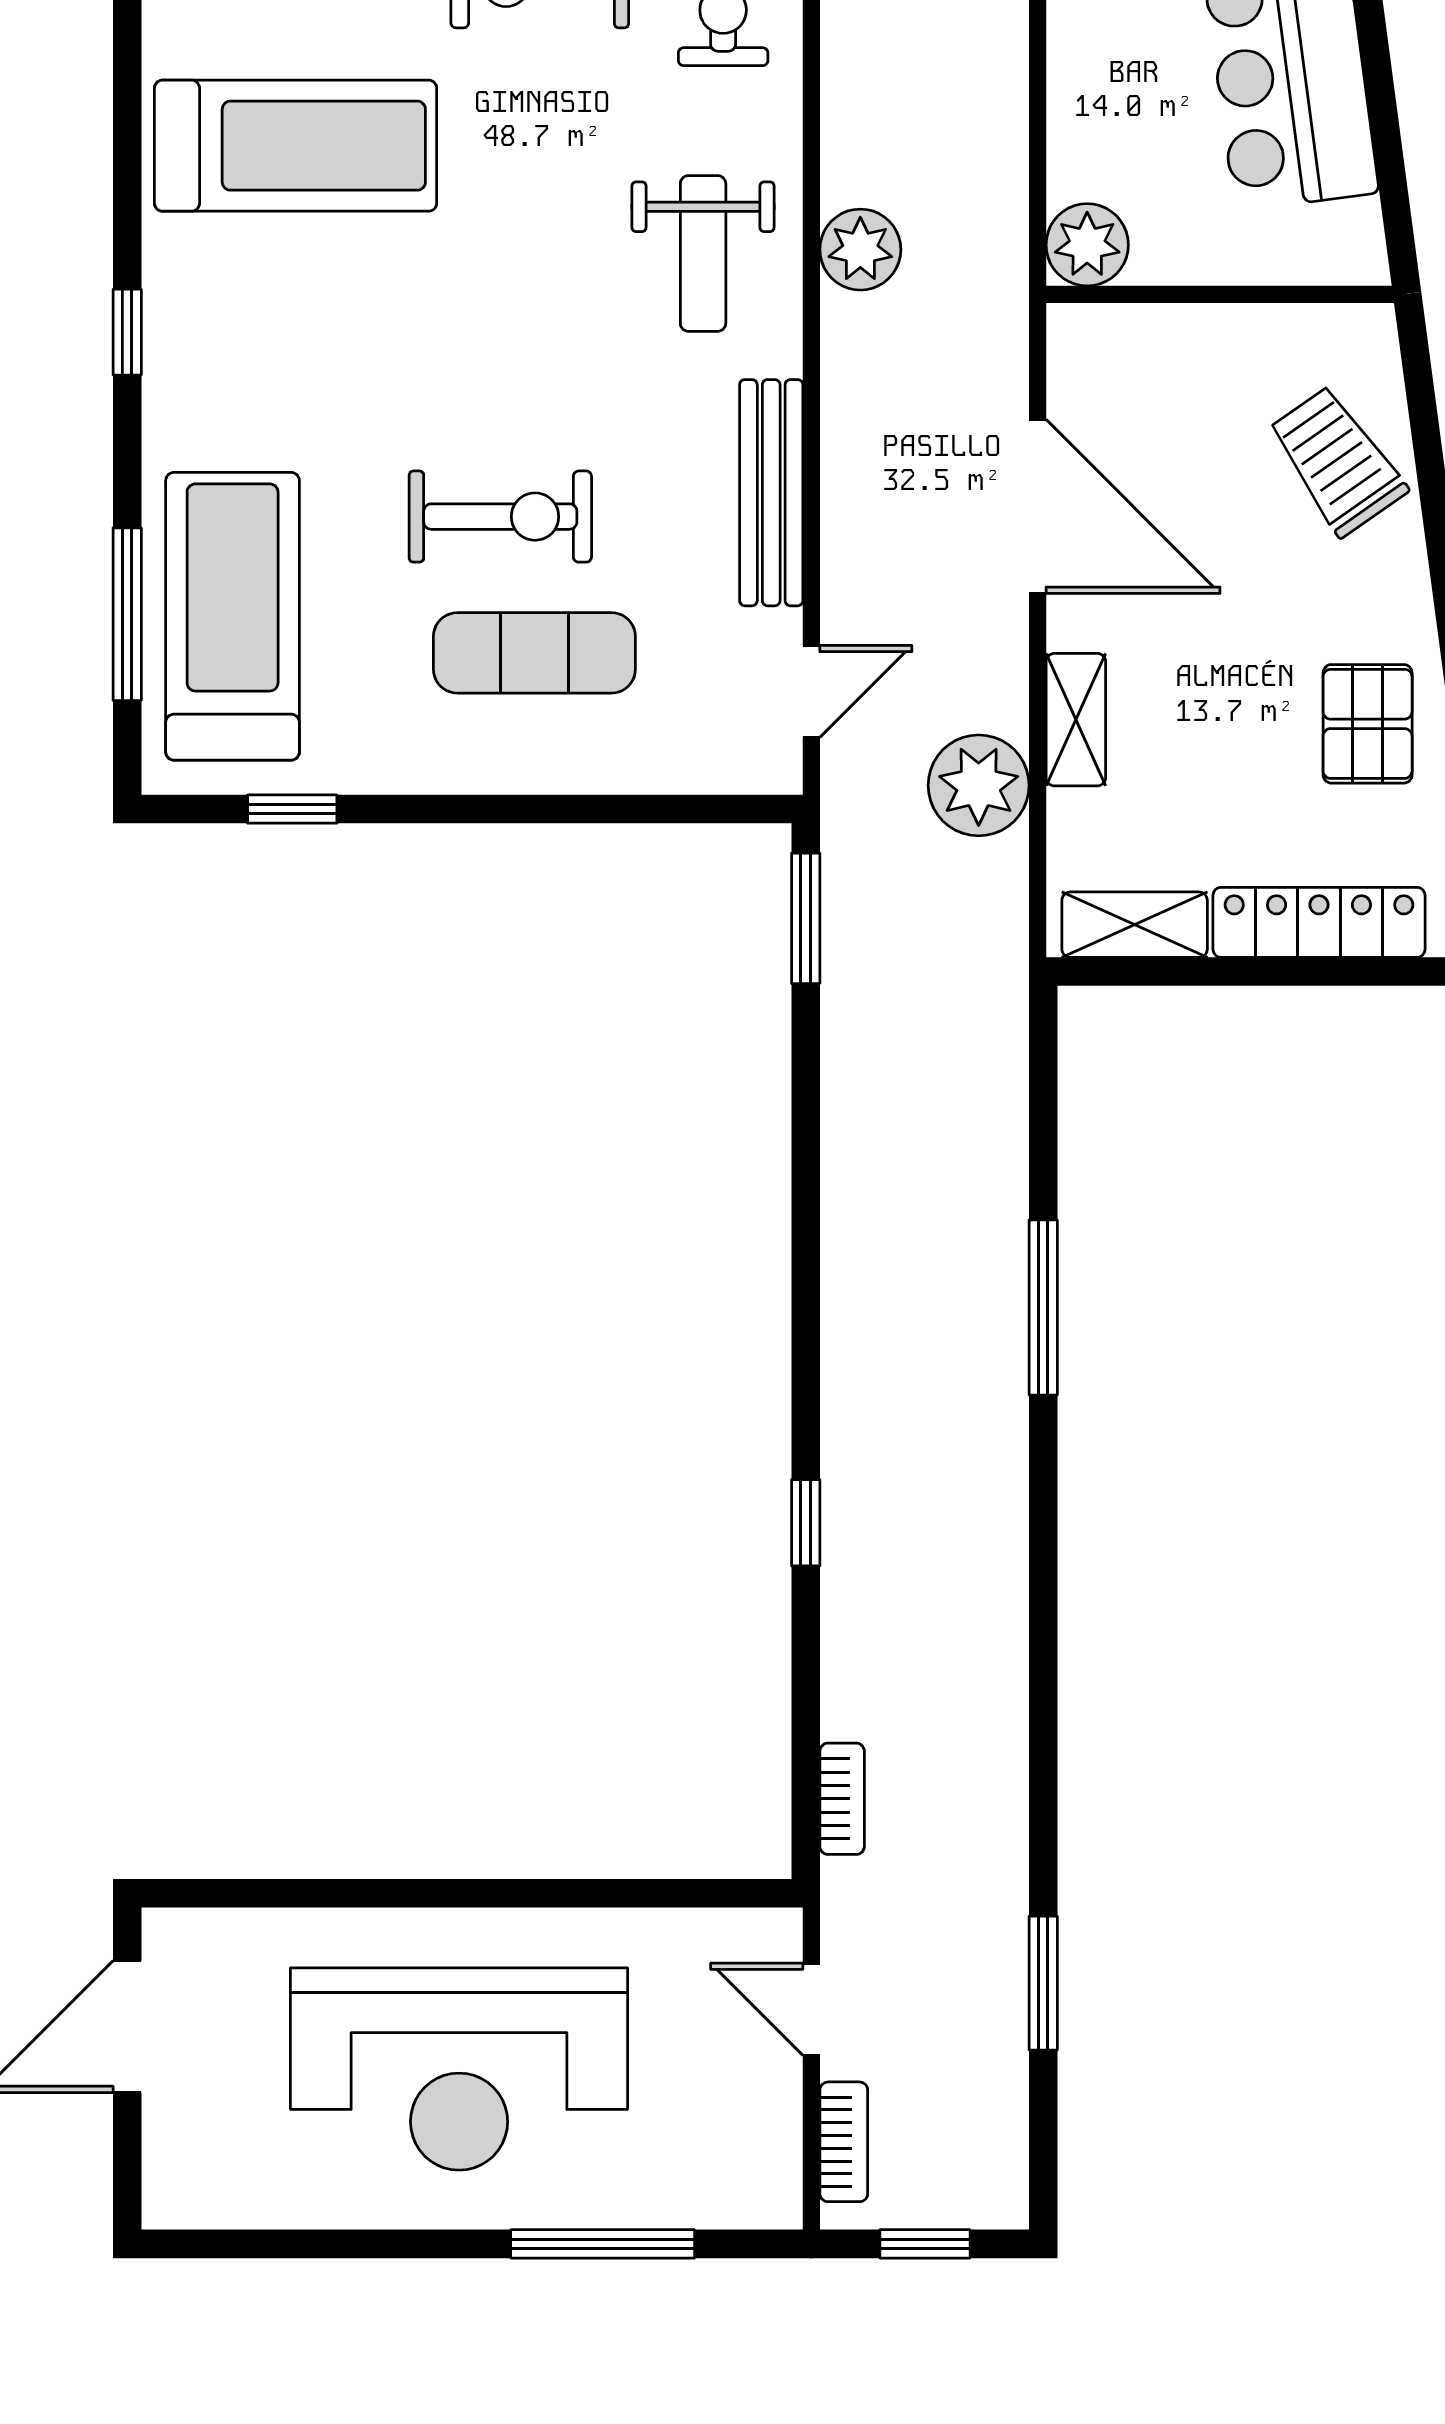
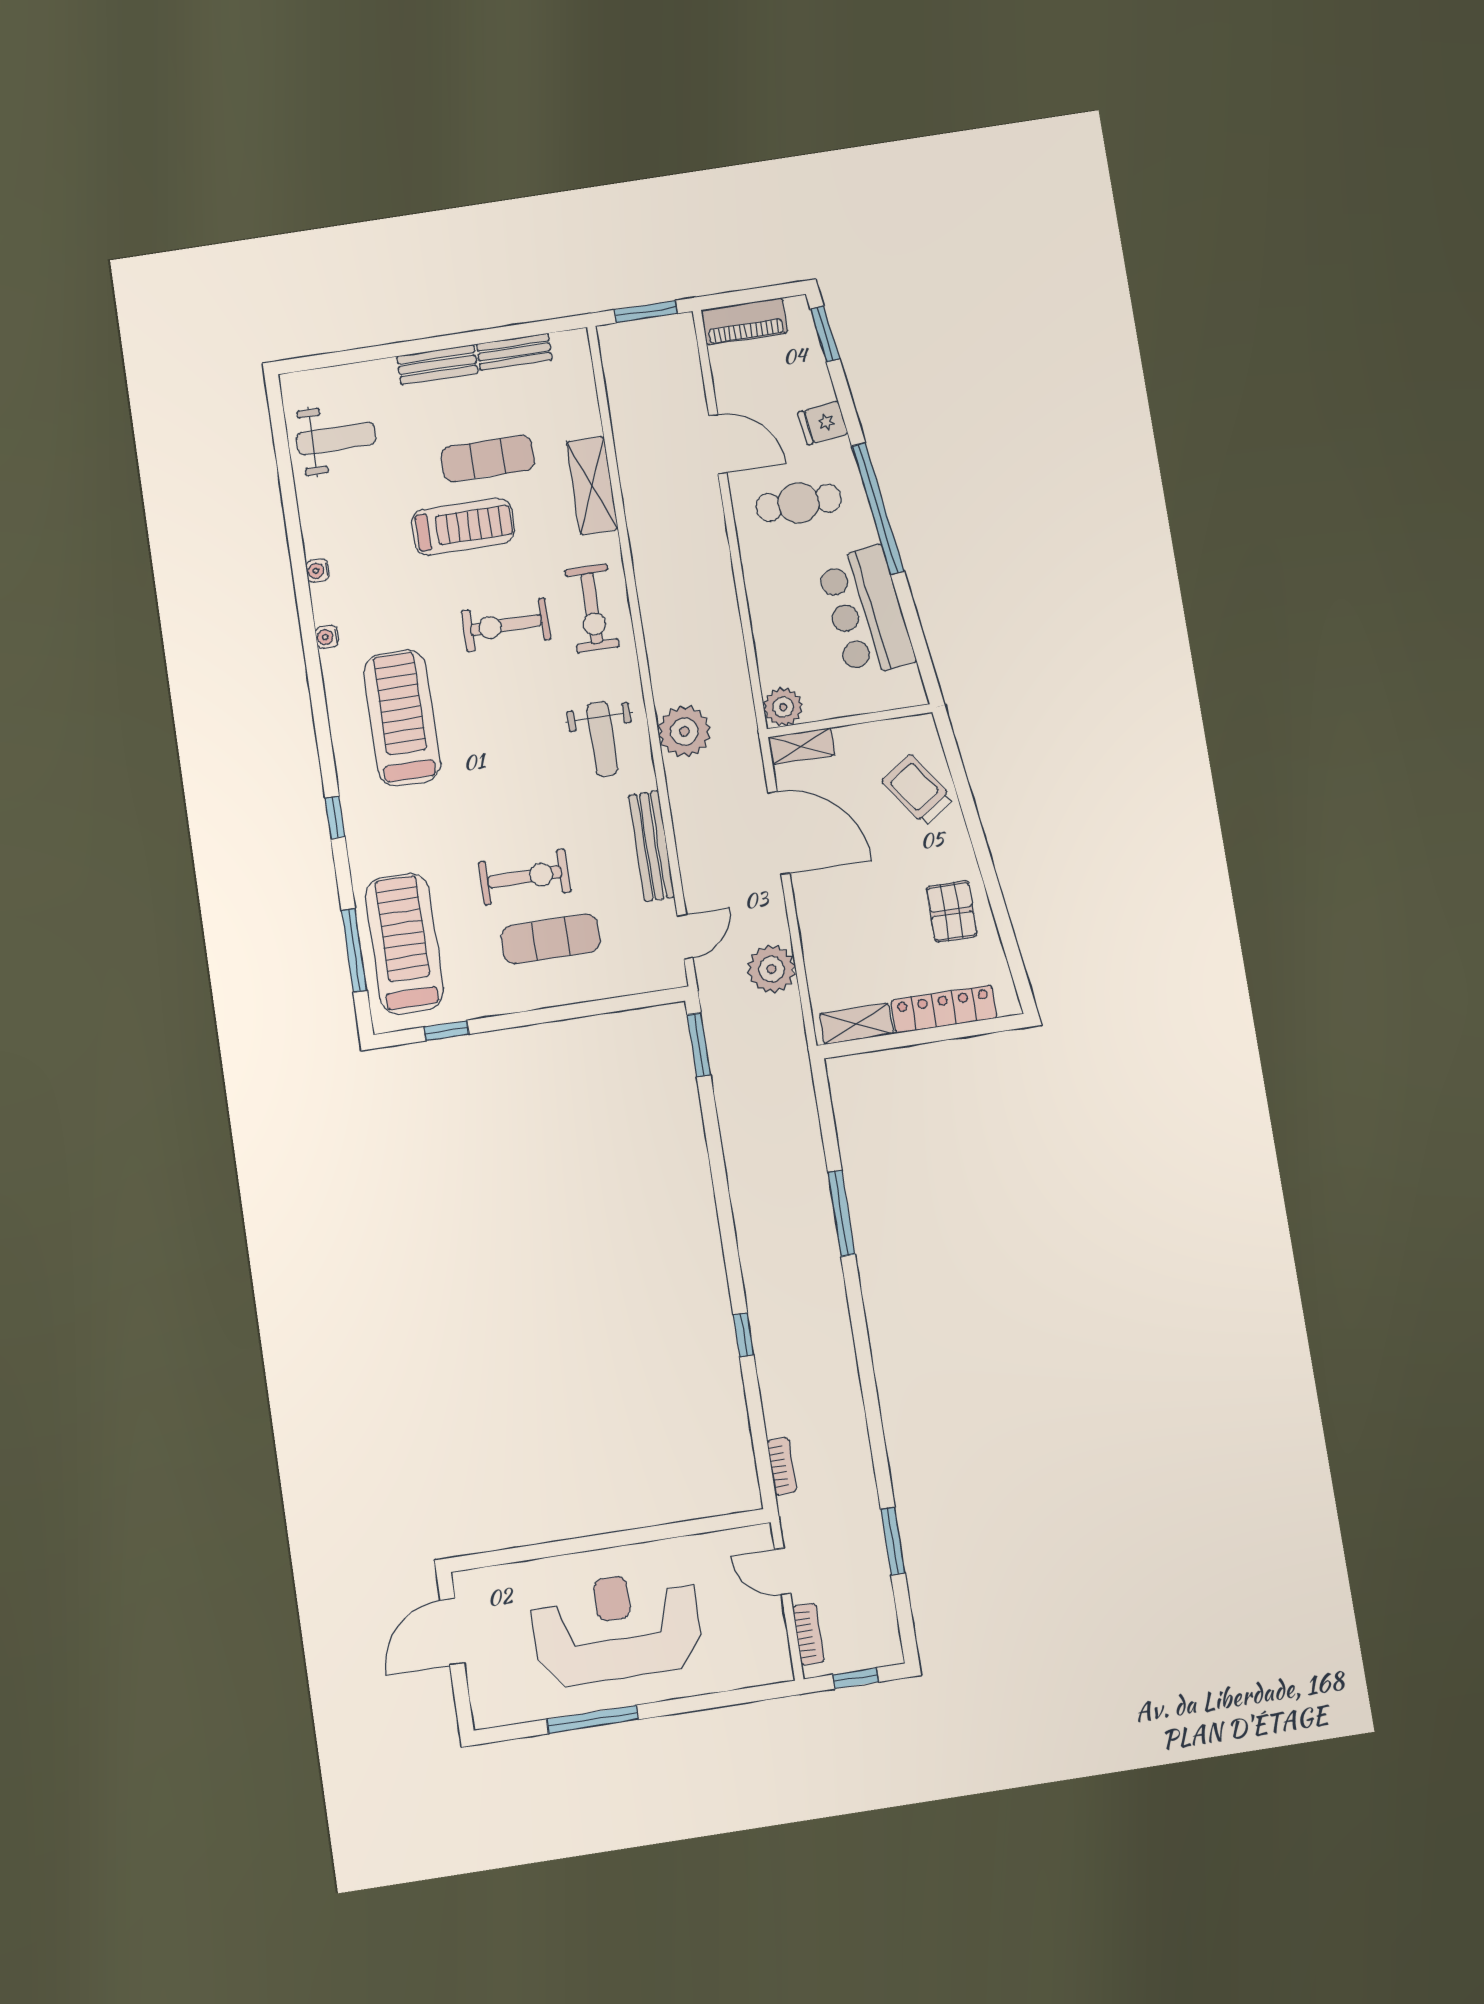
treadmill: (296, 146) -> (402, 718), turned -90
plant: (860, 250) -> (684, 731), width x1.36, depth x1.36
shelving: (1076, 720) -> (801, 746), moved, turned 90
reception desk: (459, 2069) -> (616, 1627), turned 180
window: (603, 2244) -> (593, 1719), moved

